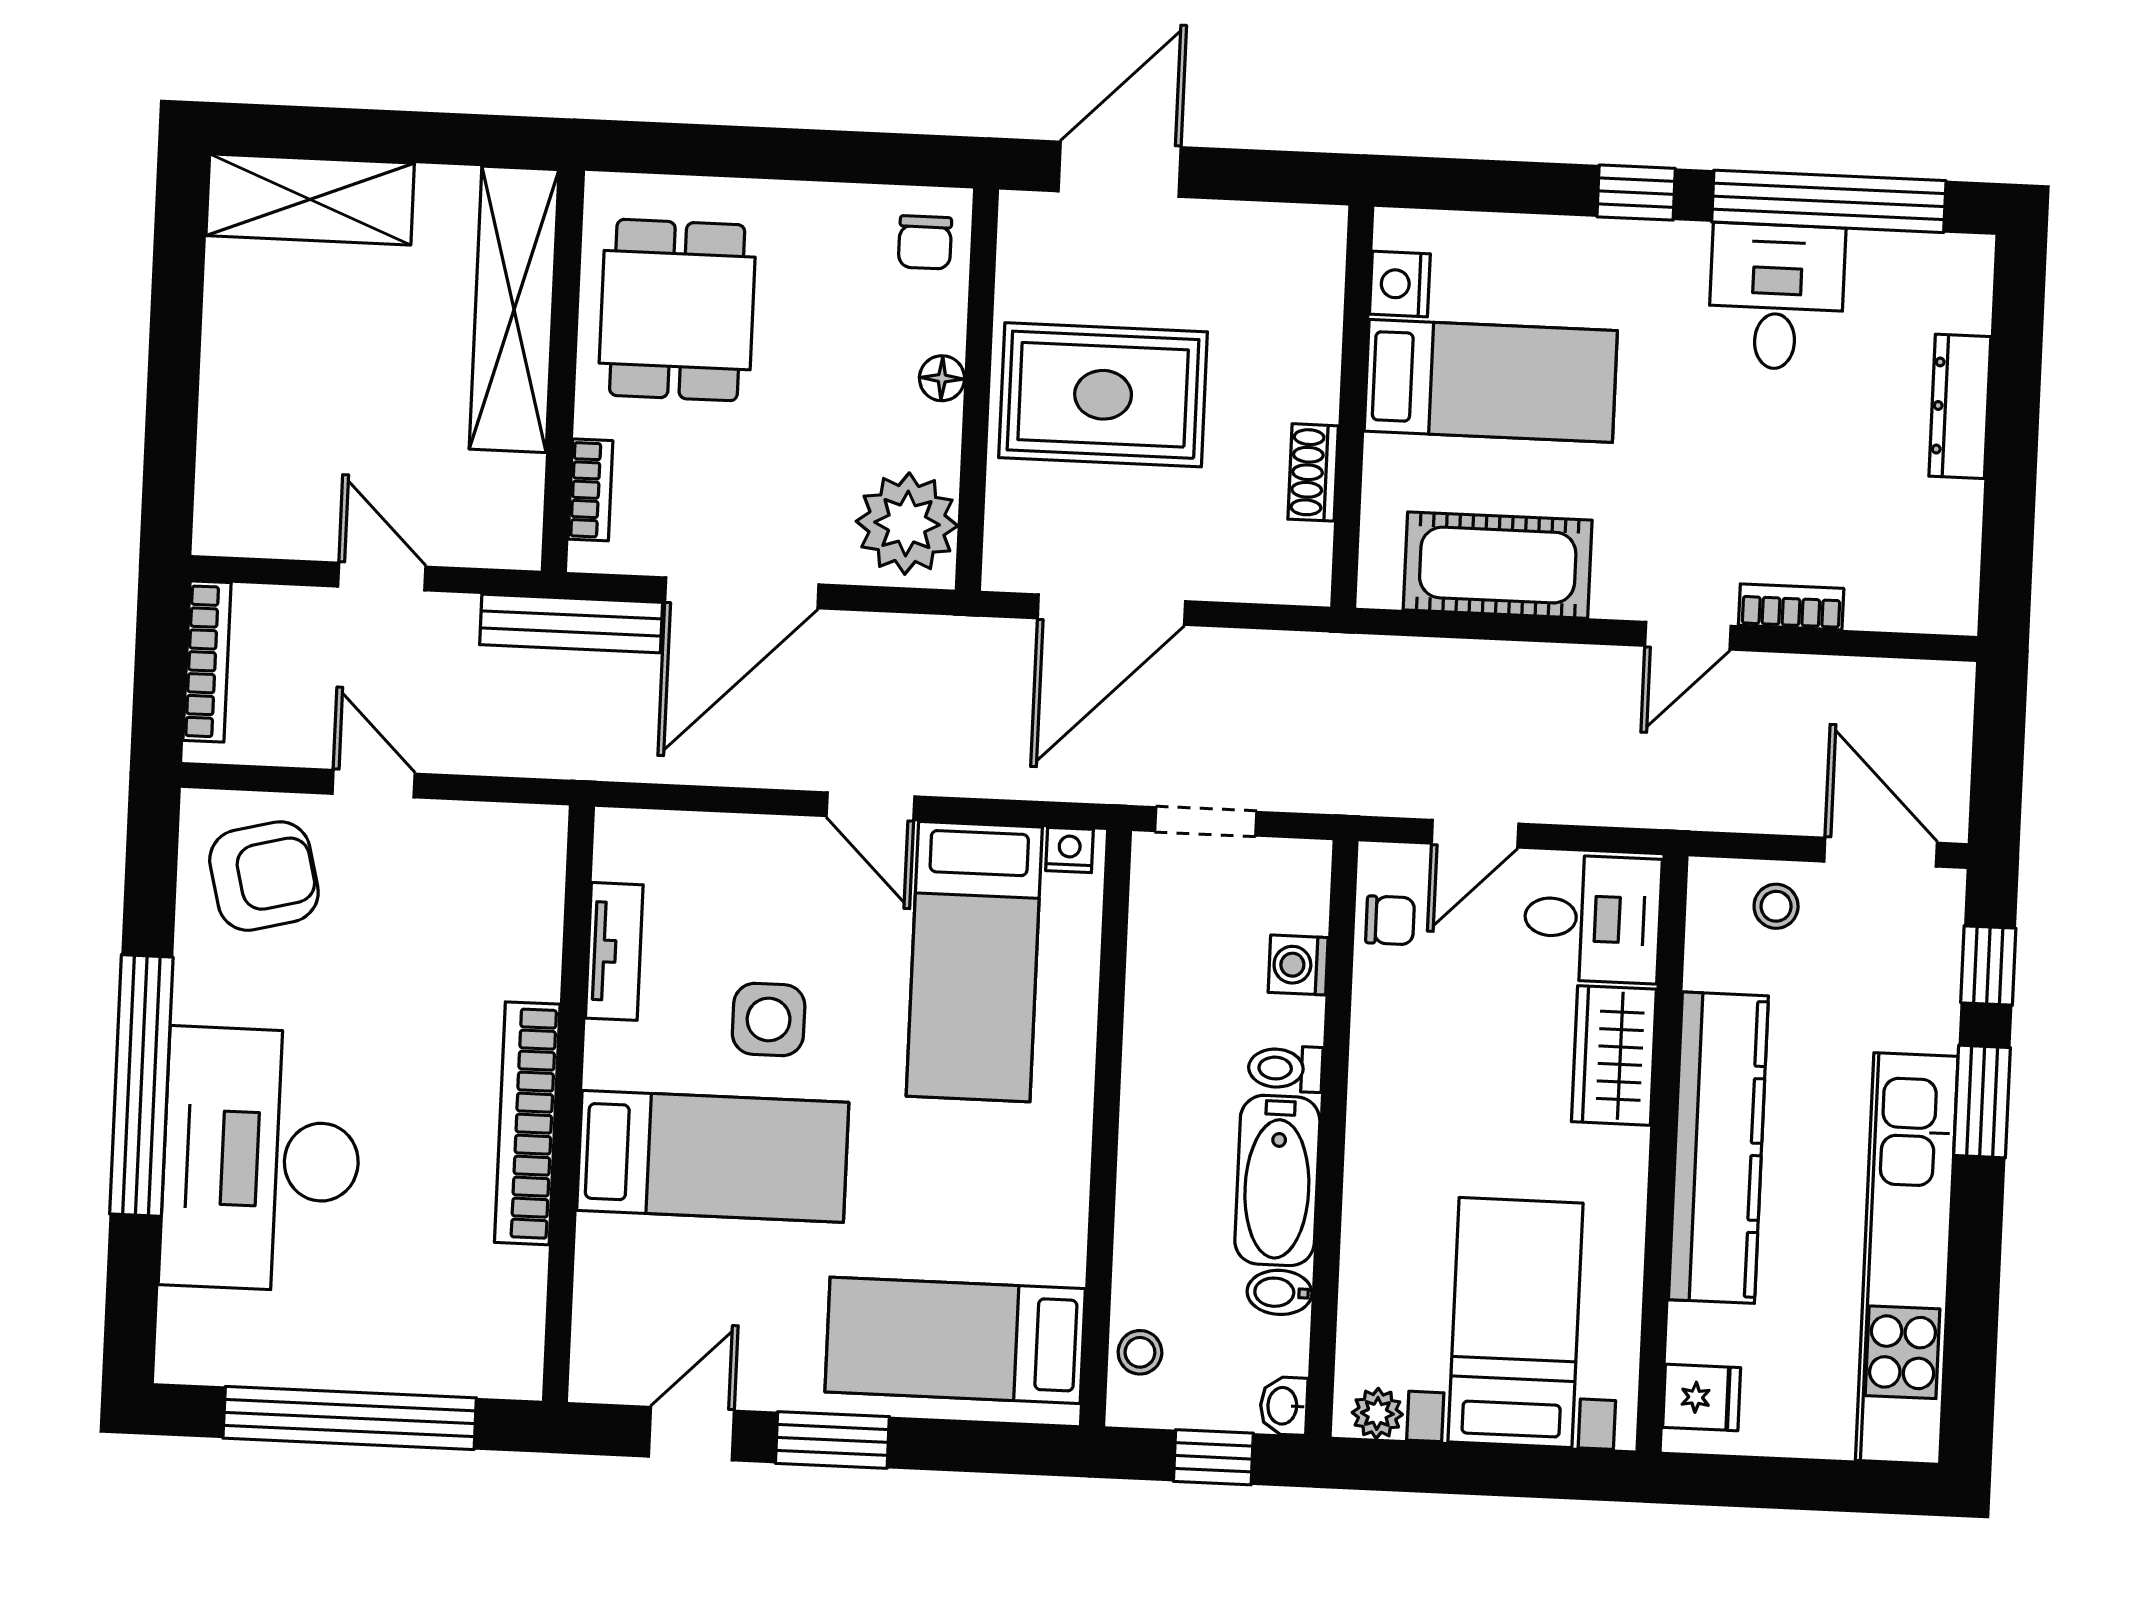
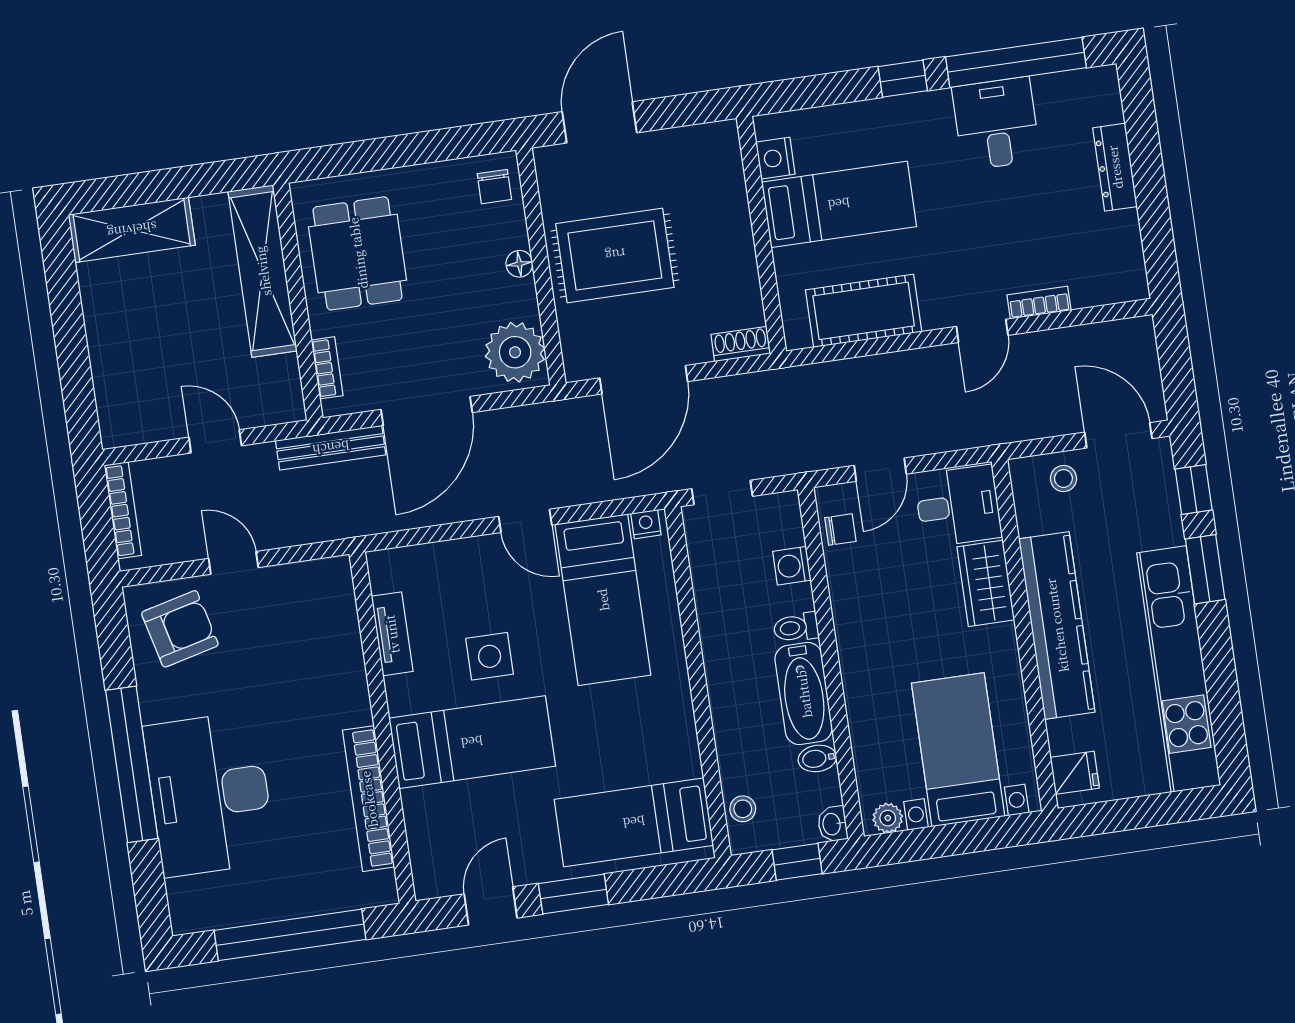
shoe rack: (1313, 472) -> (741, 344), moved, turned 90
bookcase: (527, 1123) -> (369, 799), moved

